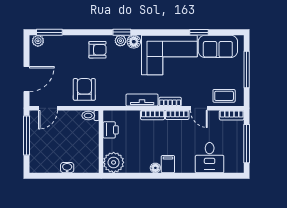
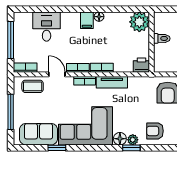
toilet: (90, 116) -> (162, 38), moved
printer: (111, 130) -> (141, 65), moved, turned 90

